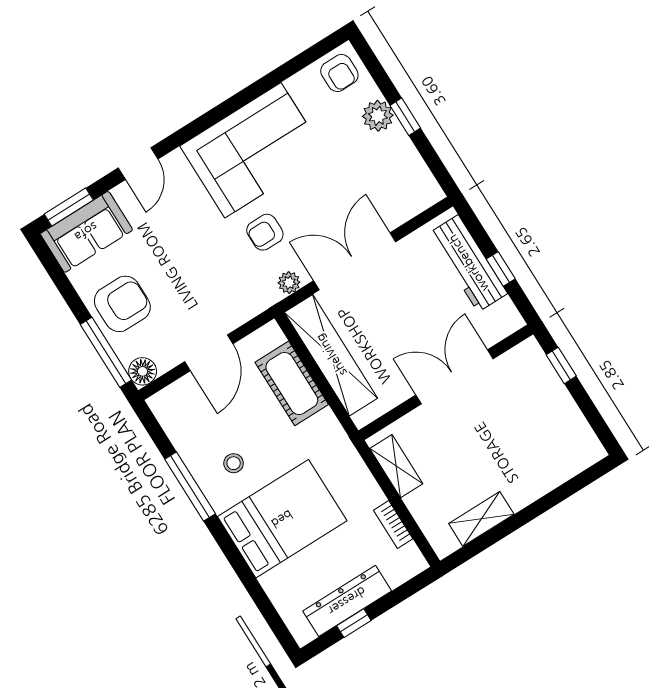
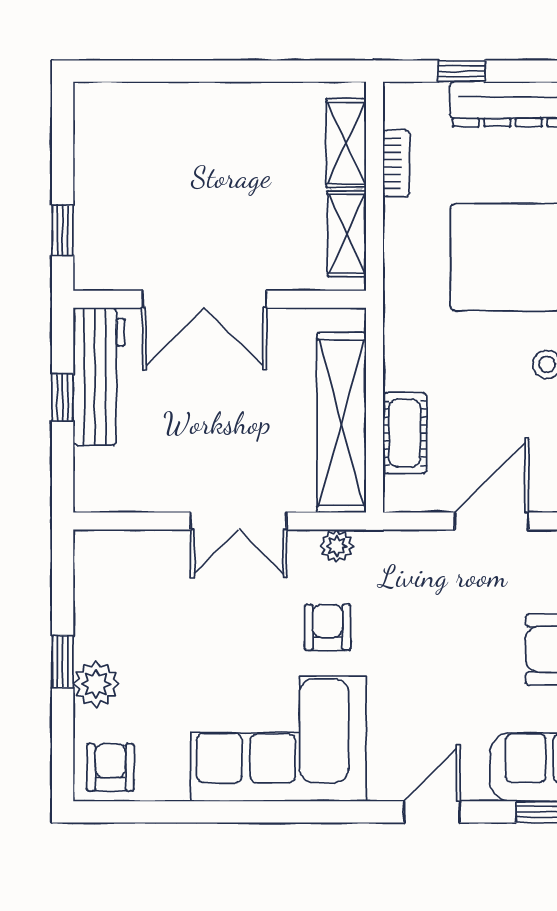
armchair: (265, 232) -> (328, 627), turned -90
double door: (355, 261) -> (239, 521), width x0.73
workbench: (468, 263) -> (99, 376), moved
cot: (292, 383) -> (405, 433), width x0.73, depth x0.75
shelving: (481, 519) -> (346, 143), moved, turned 90
window: (354, 623) -> (462, 71), moved

